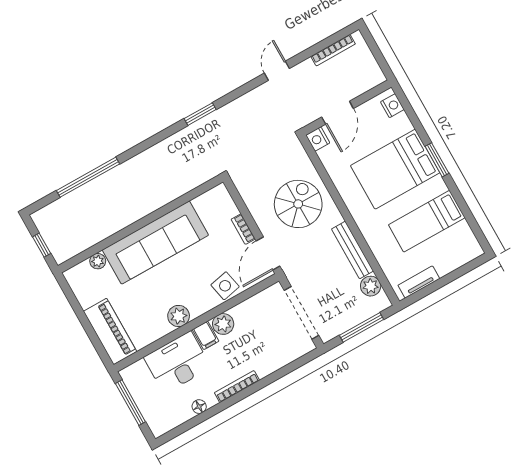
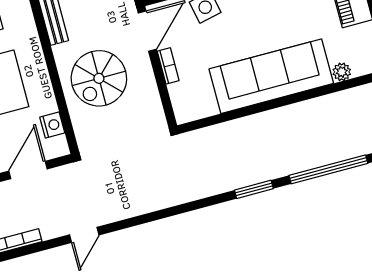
window: (200, 114) -> (254, 189), moved
nightstand: (318, 139) -> (52, 125), moved

